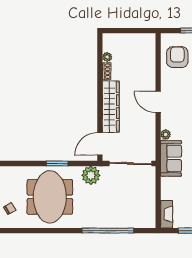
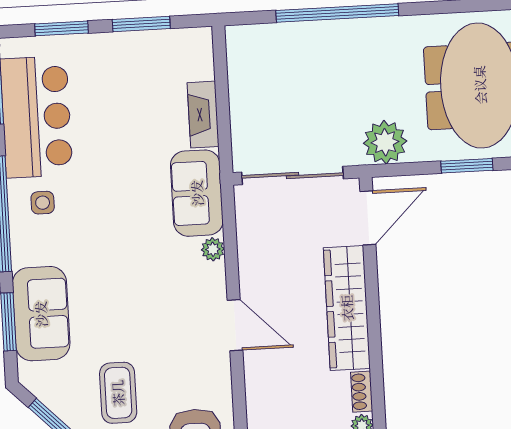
fireplace: (167, 214) -> (203, 115), moved

